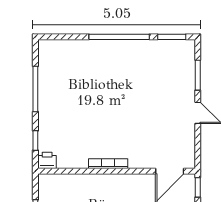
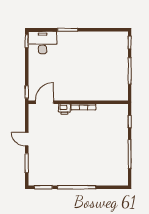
printer: (47, 160) -> (64, 109), moved

